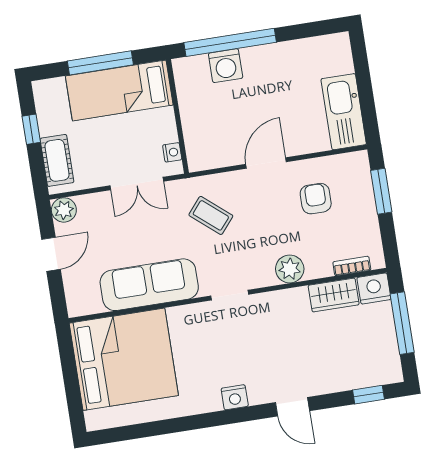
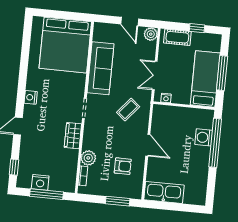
plant: (290, 269) -> (88, 158), moved
nightstand: (374, 288) -> (40, 182), moved, turned 90
wardrobe: (334, 295) -> (73, 136), moved

